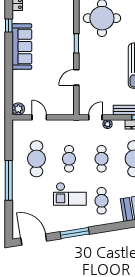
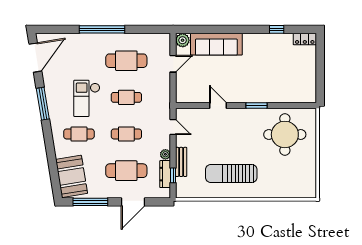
sofa: (22, 47) -> (216, 44), moved
plant: (107, 124) -> (165, 154), moved

